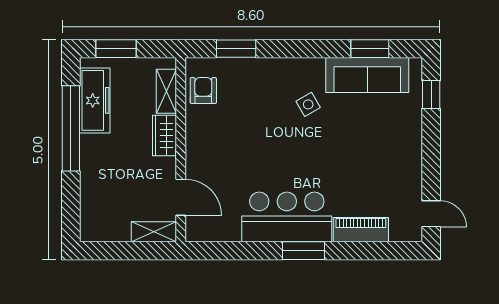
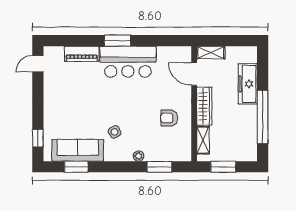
window: (116, 49) -> (223, 167), moved
plant: (270, 66) -> (139, 156), added
armchair: (203, 91) -> (169, 118), moved, turned 90
freezer: (95, 100) -> (248, 84), moved
wardrobe: (165, 136) -> (204, 106), width x1.50
door: (431, 214) -> (38, 64), hinge flipped

